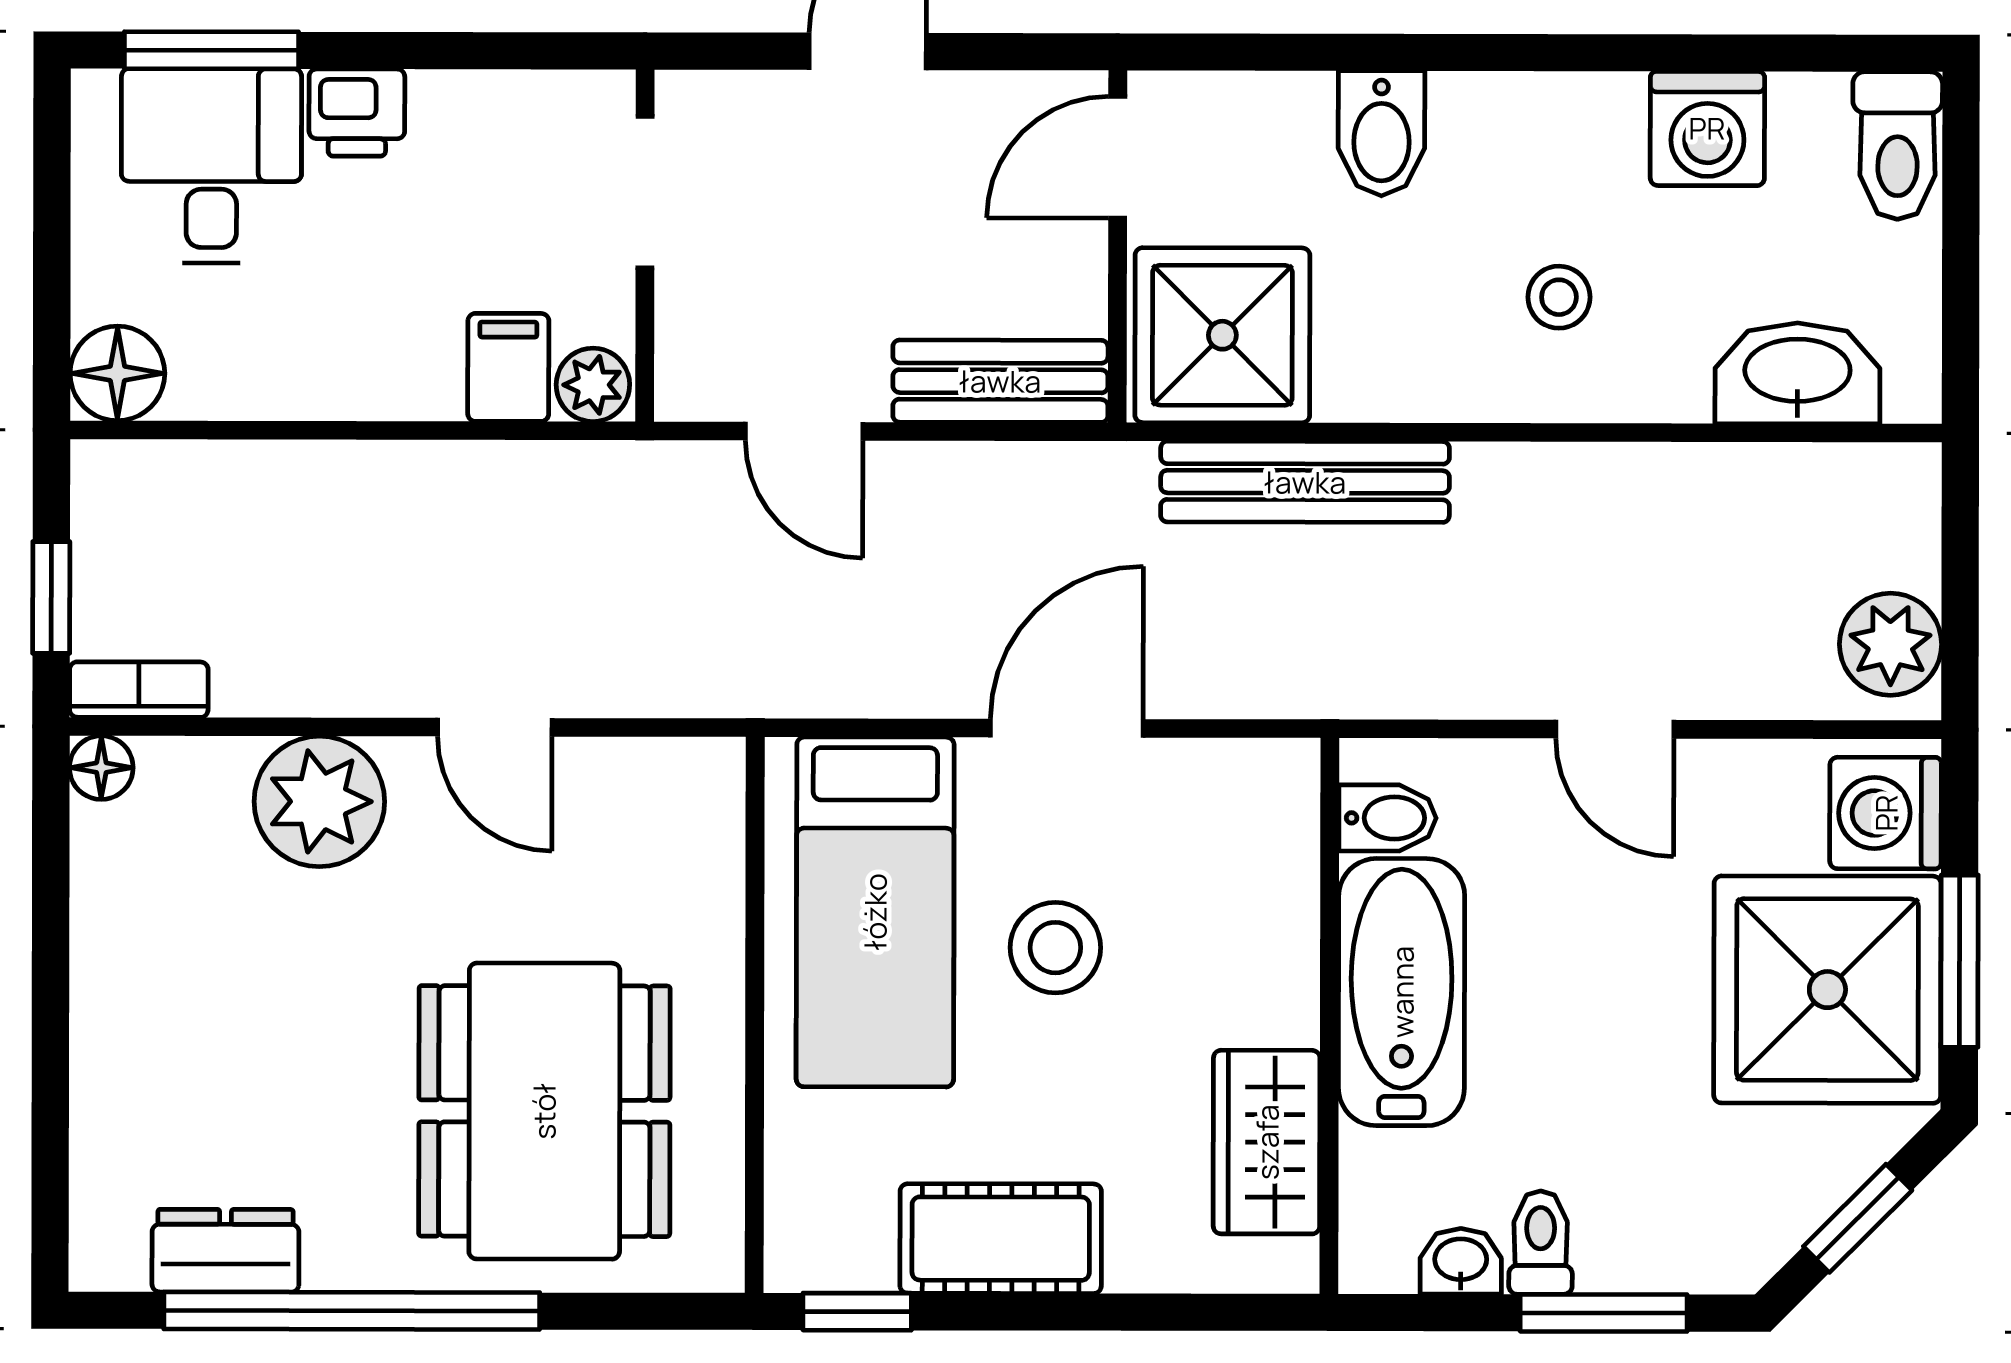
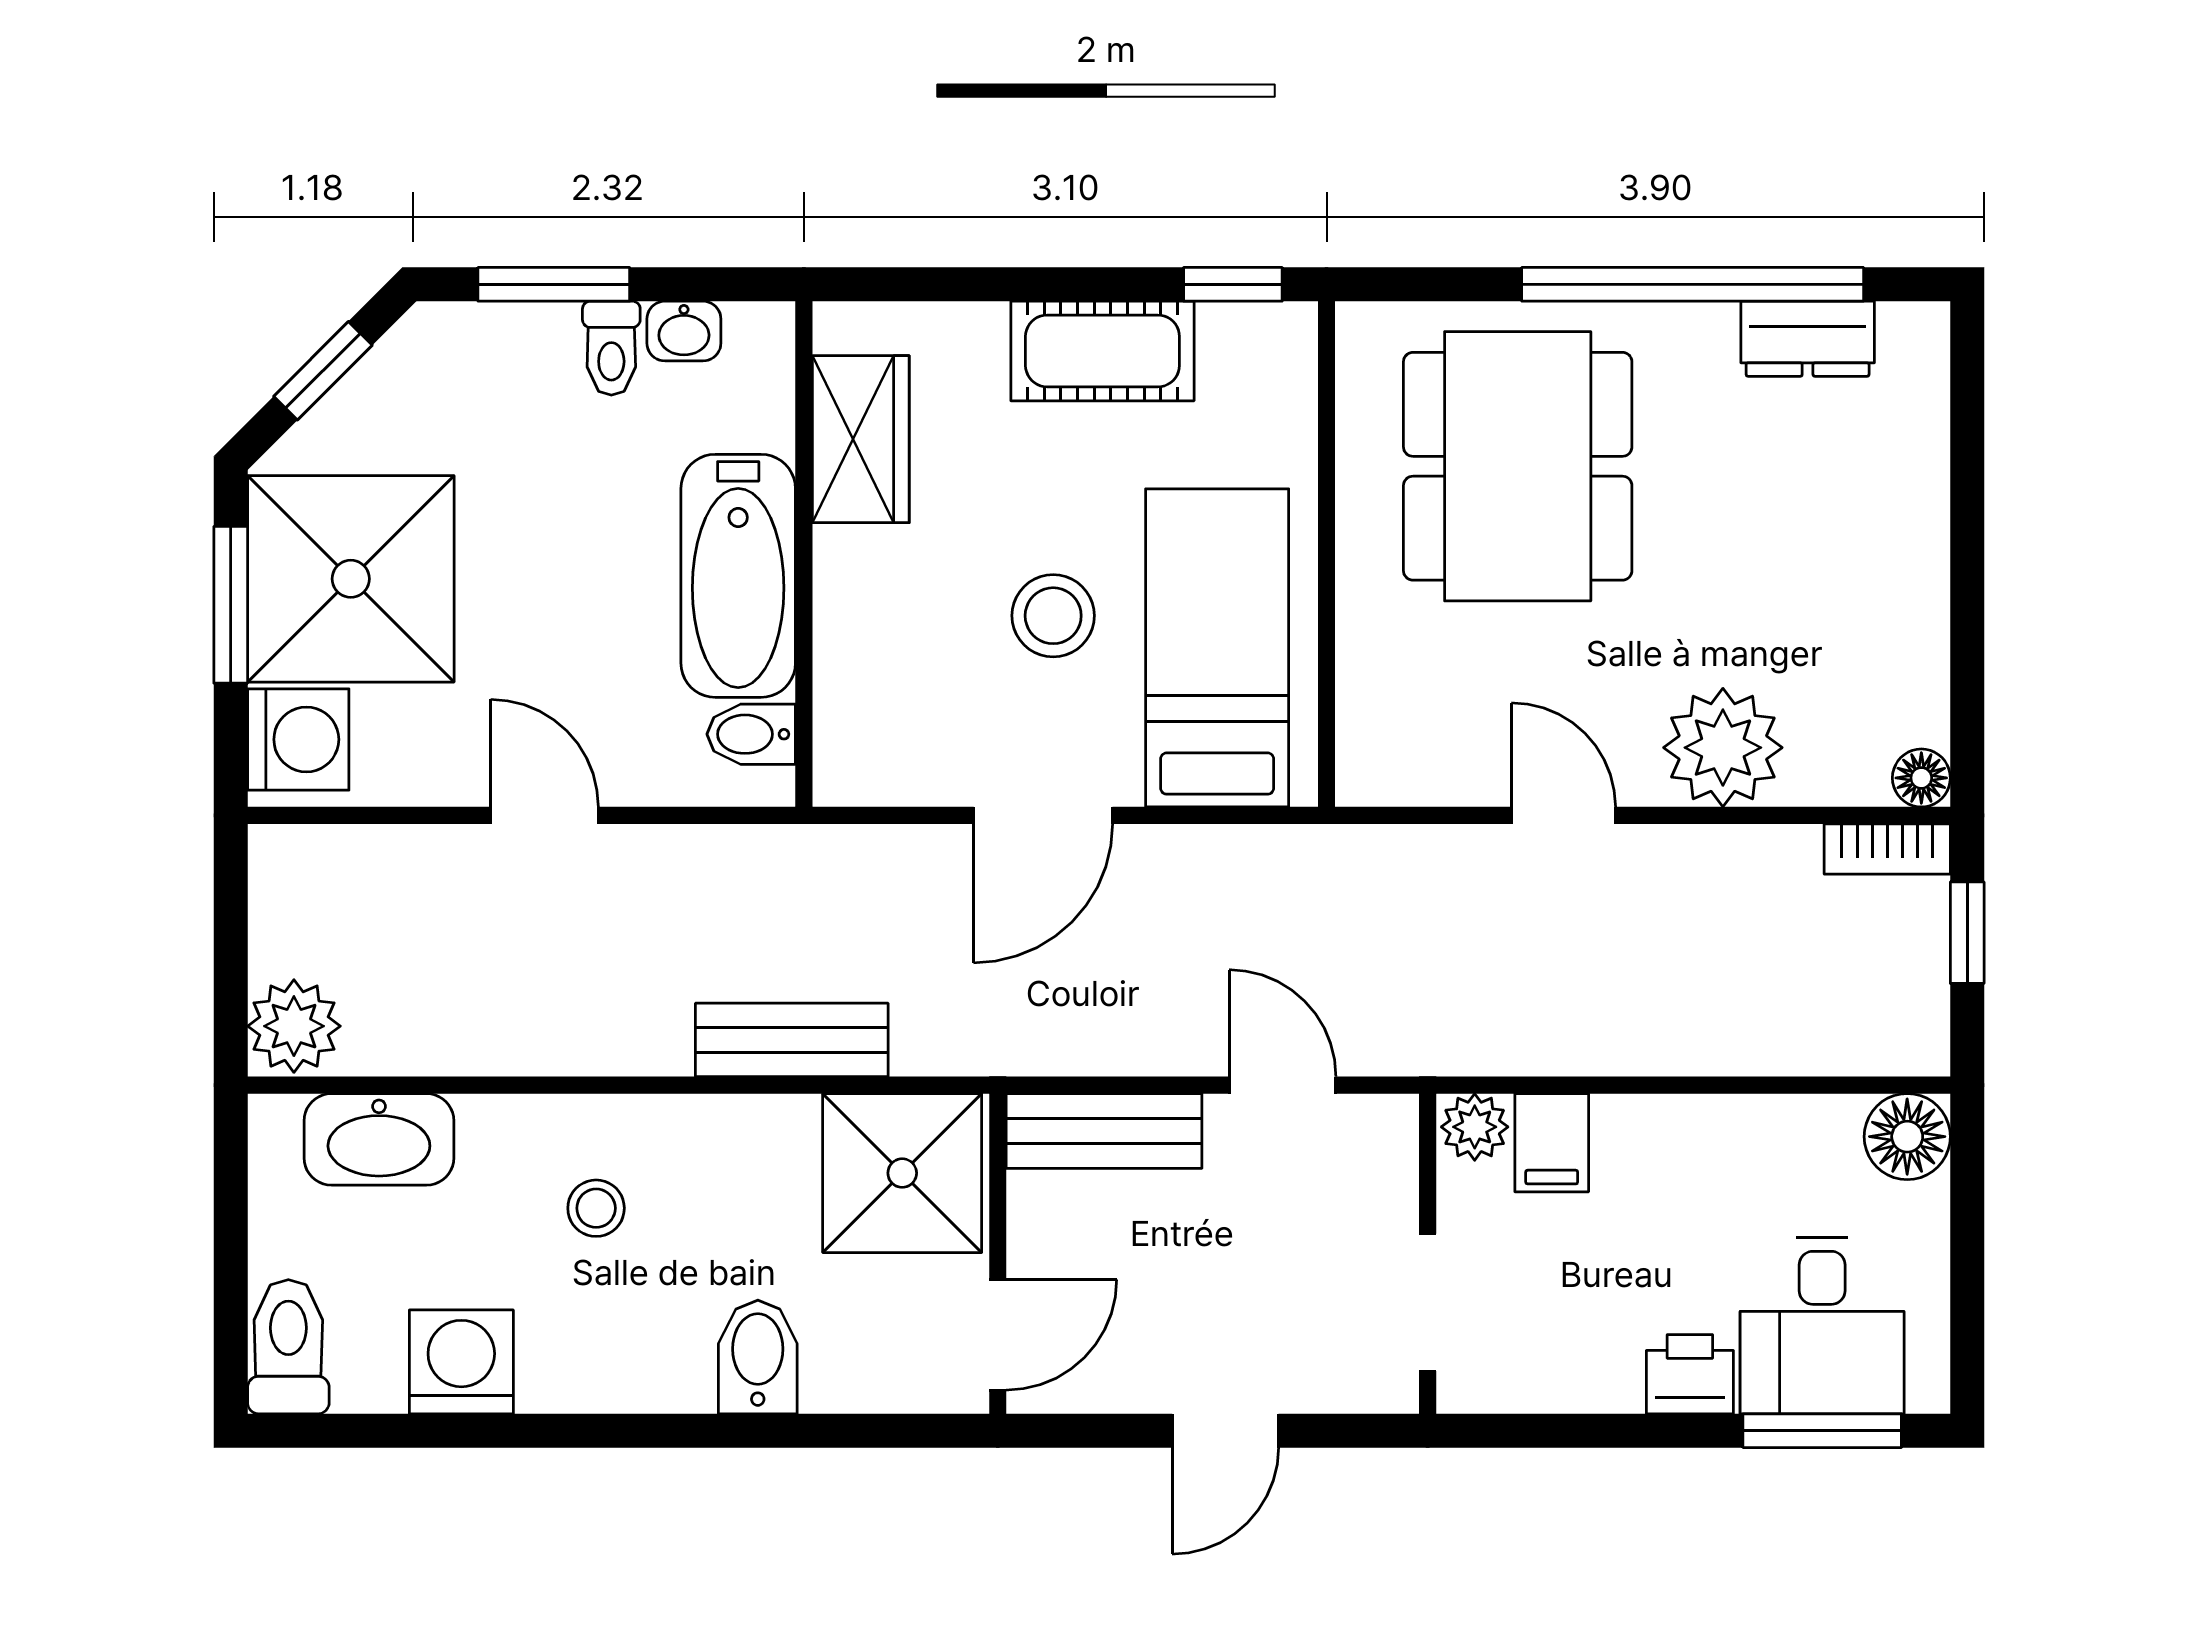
bench: (1305, 482) -> (792, 1040), width x0.73
plant: (1890, 644) -> (294, 1026), moved

